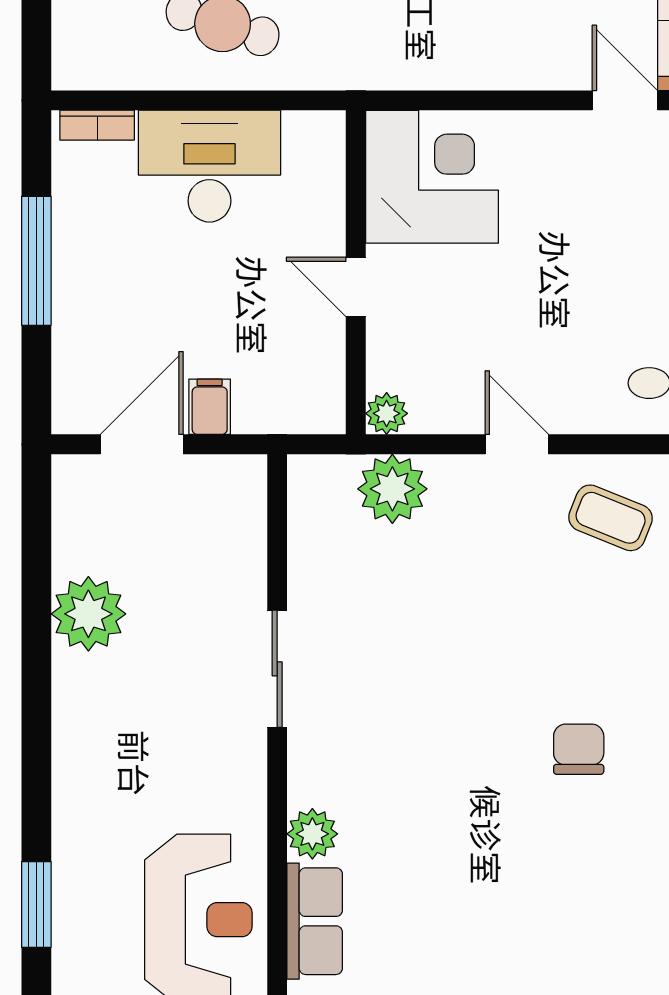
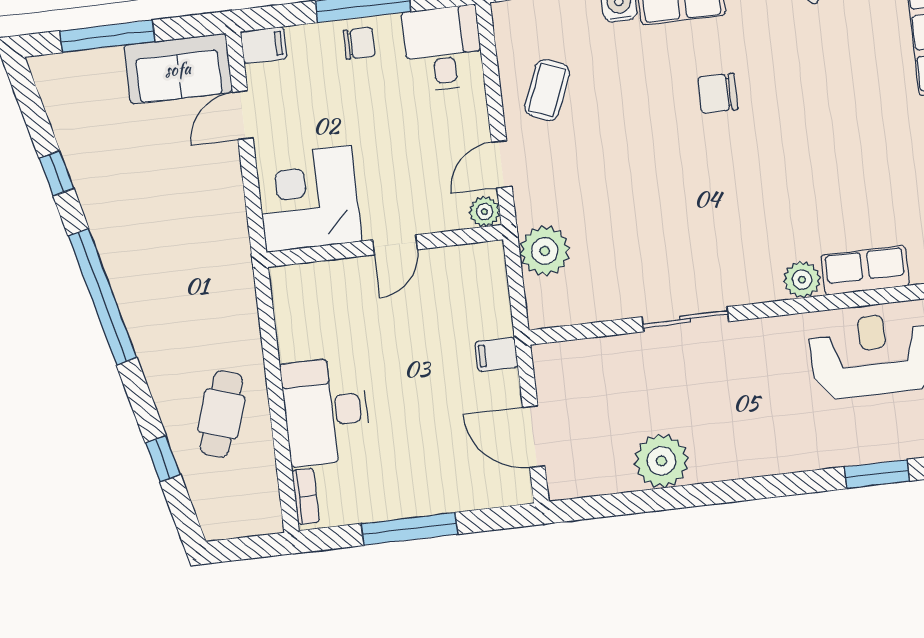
corner desk: (432, 177) -> (309, 199), moved
wall: (356, 272) -> (385, 246), moved
door: (356, 287) -> (395, 245), moved
filing cabinet: (210, 407) -> (496, 354), moved
plant: (387, 413) -> (485, 212), moved

